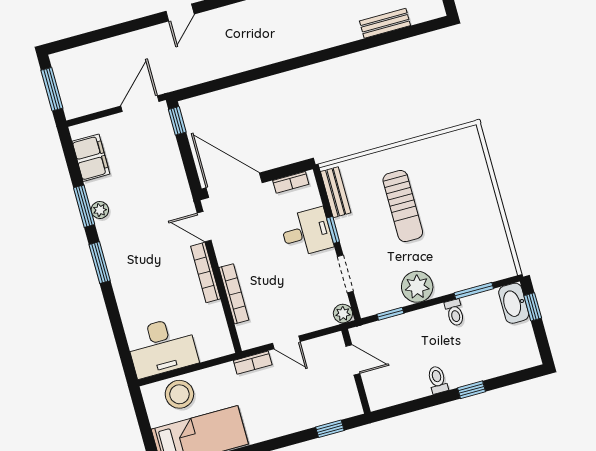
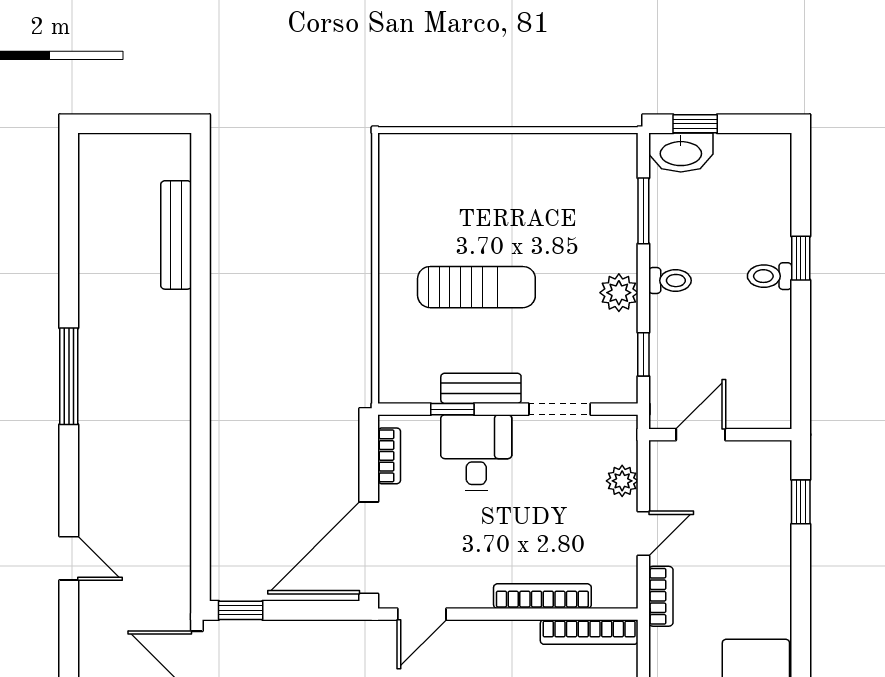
bench: (385, 23) -> (176, 235), width x1.36
bench: (336, 192) -> (481, 388), moved
window: (333, 230) -> (452, 409), moved
bookcase: (206, 272) -> (589, 632), moved
plant: (417, 287) -> (619, 293), width x0.73, depth x0.73
toilet: (455, 313) -> (670, 281), moved
plant: (343, 314) -> (622, 481), moved
toilet: (437, 380) -> (770, 276), moved

